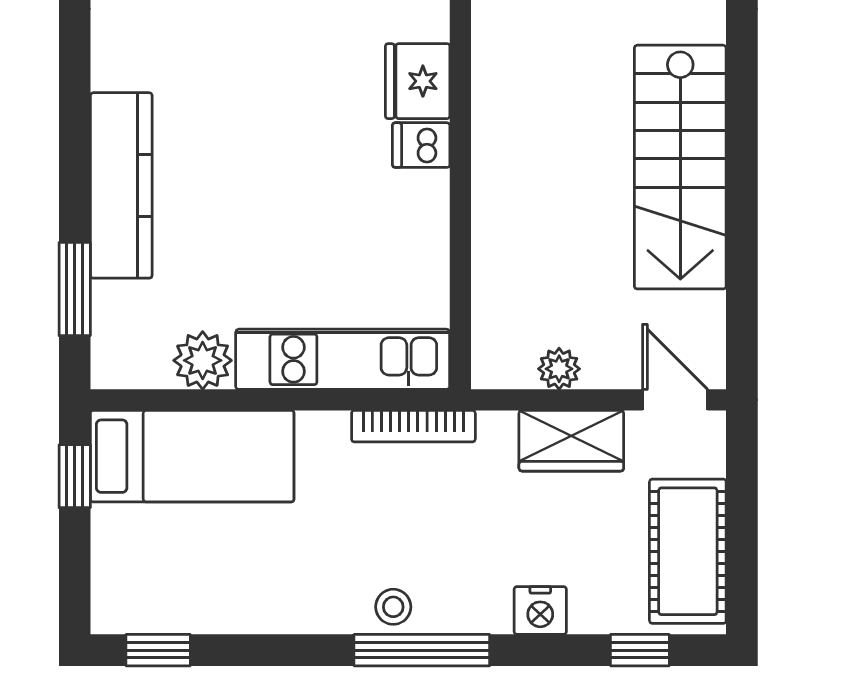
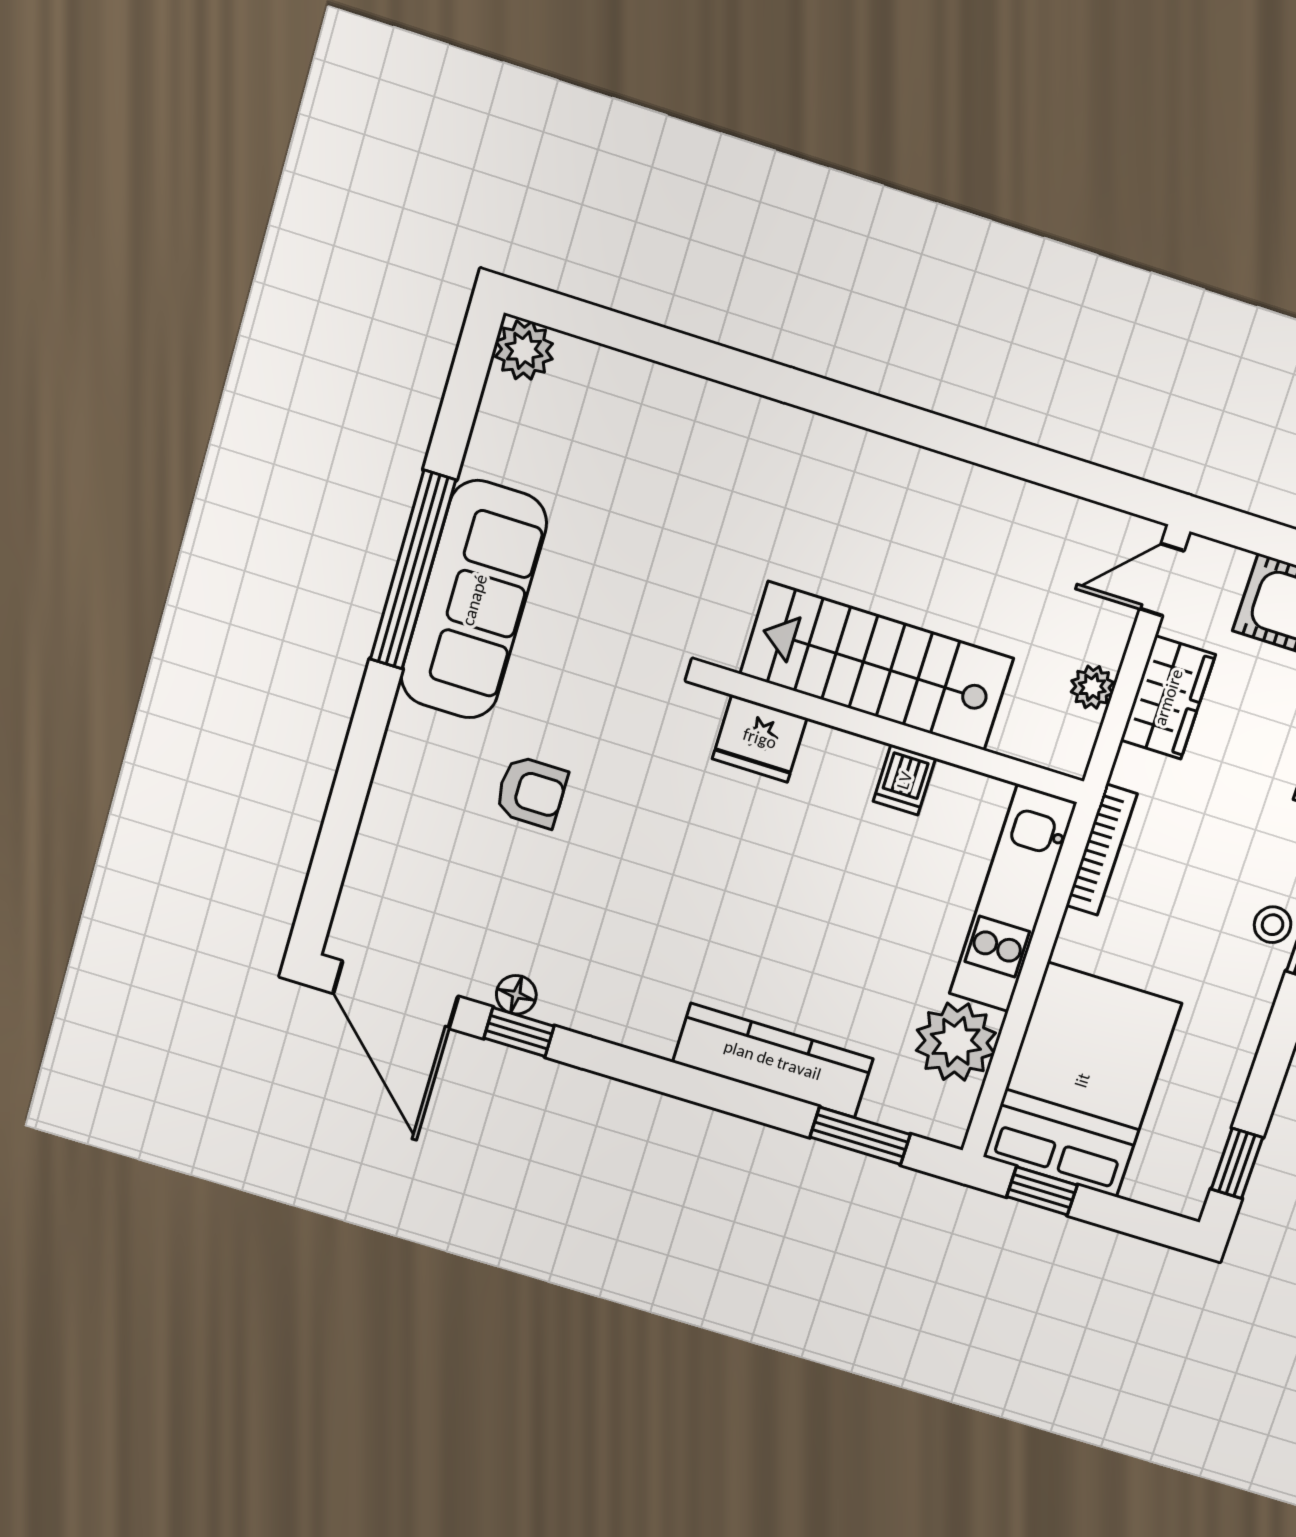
dishwasher: (421, 145) -> (904, 780), moved
stairs: (680, 167) -> (877, 666), moved, turned 180
plant: (203, 360) -> (956, 1042), width x1.36, depth x1.36
bed: (192, 456) -> (1082, 1080), width x1.50

